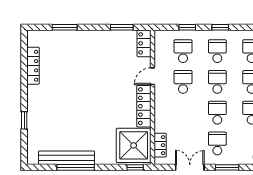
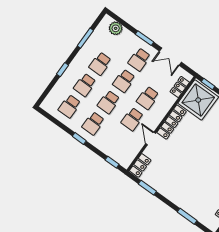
window: (187, 27) -> (112, 162), moved
school desk: (183, 51) -> (148, 98), moved
door: (152, 76) -> (151, 139), swing flipped

